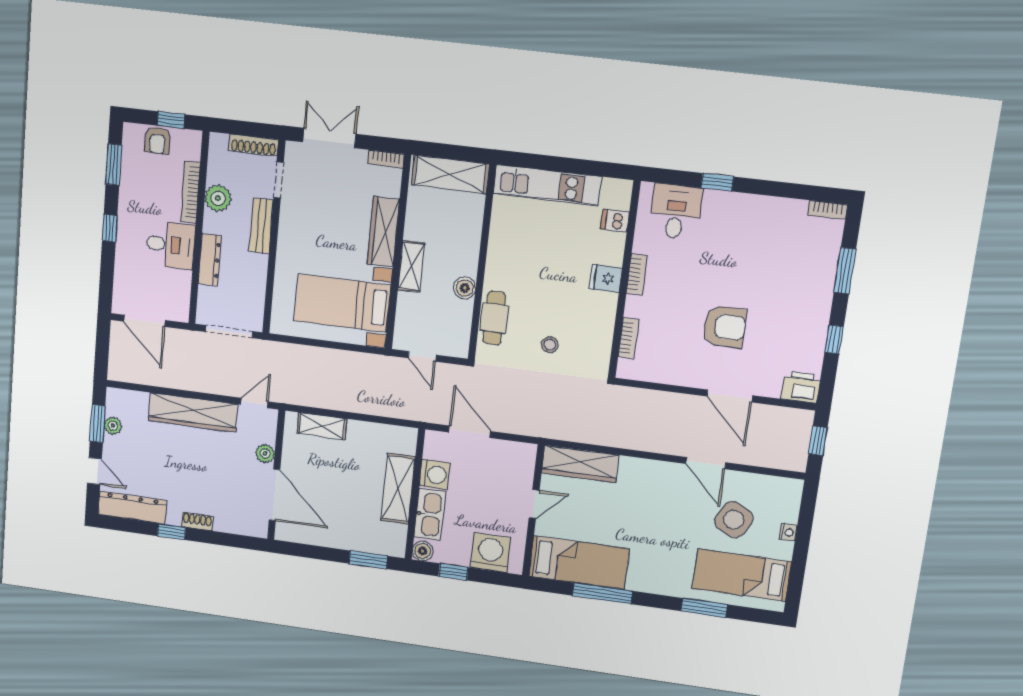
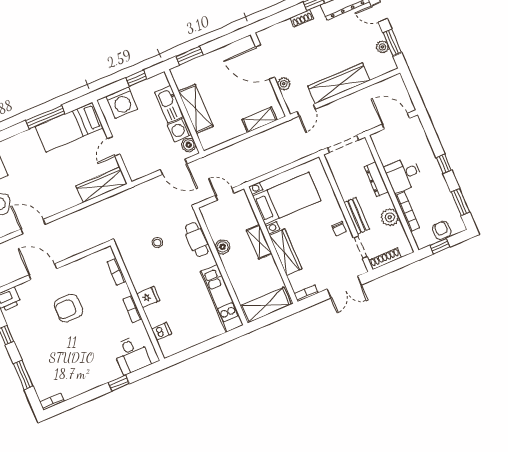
kitchen unit: (547, 185) -> (222, 298), moved, turned -90
chair: (294, 222) -> (339, 229), added
boiler: (423, 551) -> (189, 145), moved

